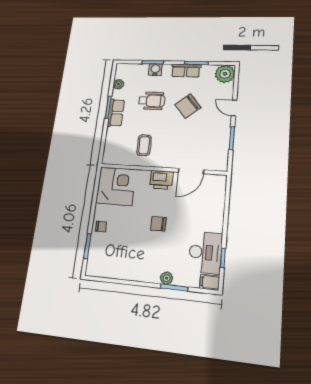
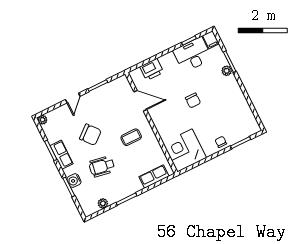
plant: (225, 74) -> (42, 120), width x0.53, depth x0.53
wheelchair: (152, 101) -> (102, 166), turned -80
row of seats: (116, 113) -> (154, 177), moved
coffee table: (144, 145) -> (131, 137), moved
printer: (161, 180) -> (152, 69), moved, turned 90

